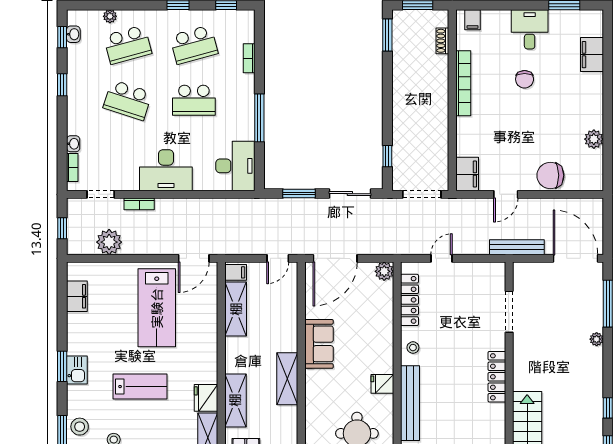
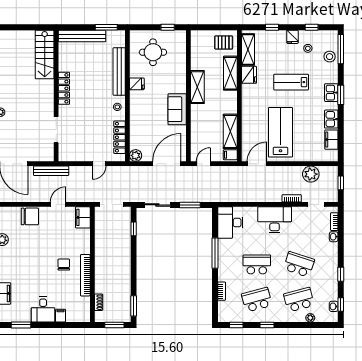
filing cabinet: (473, 20) -> (60, 316), moved
chair: (525, 79) -> (64, 265), moved
kitchen sink: (77, 328) -> (331, 119), added

